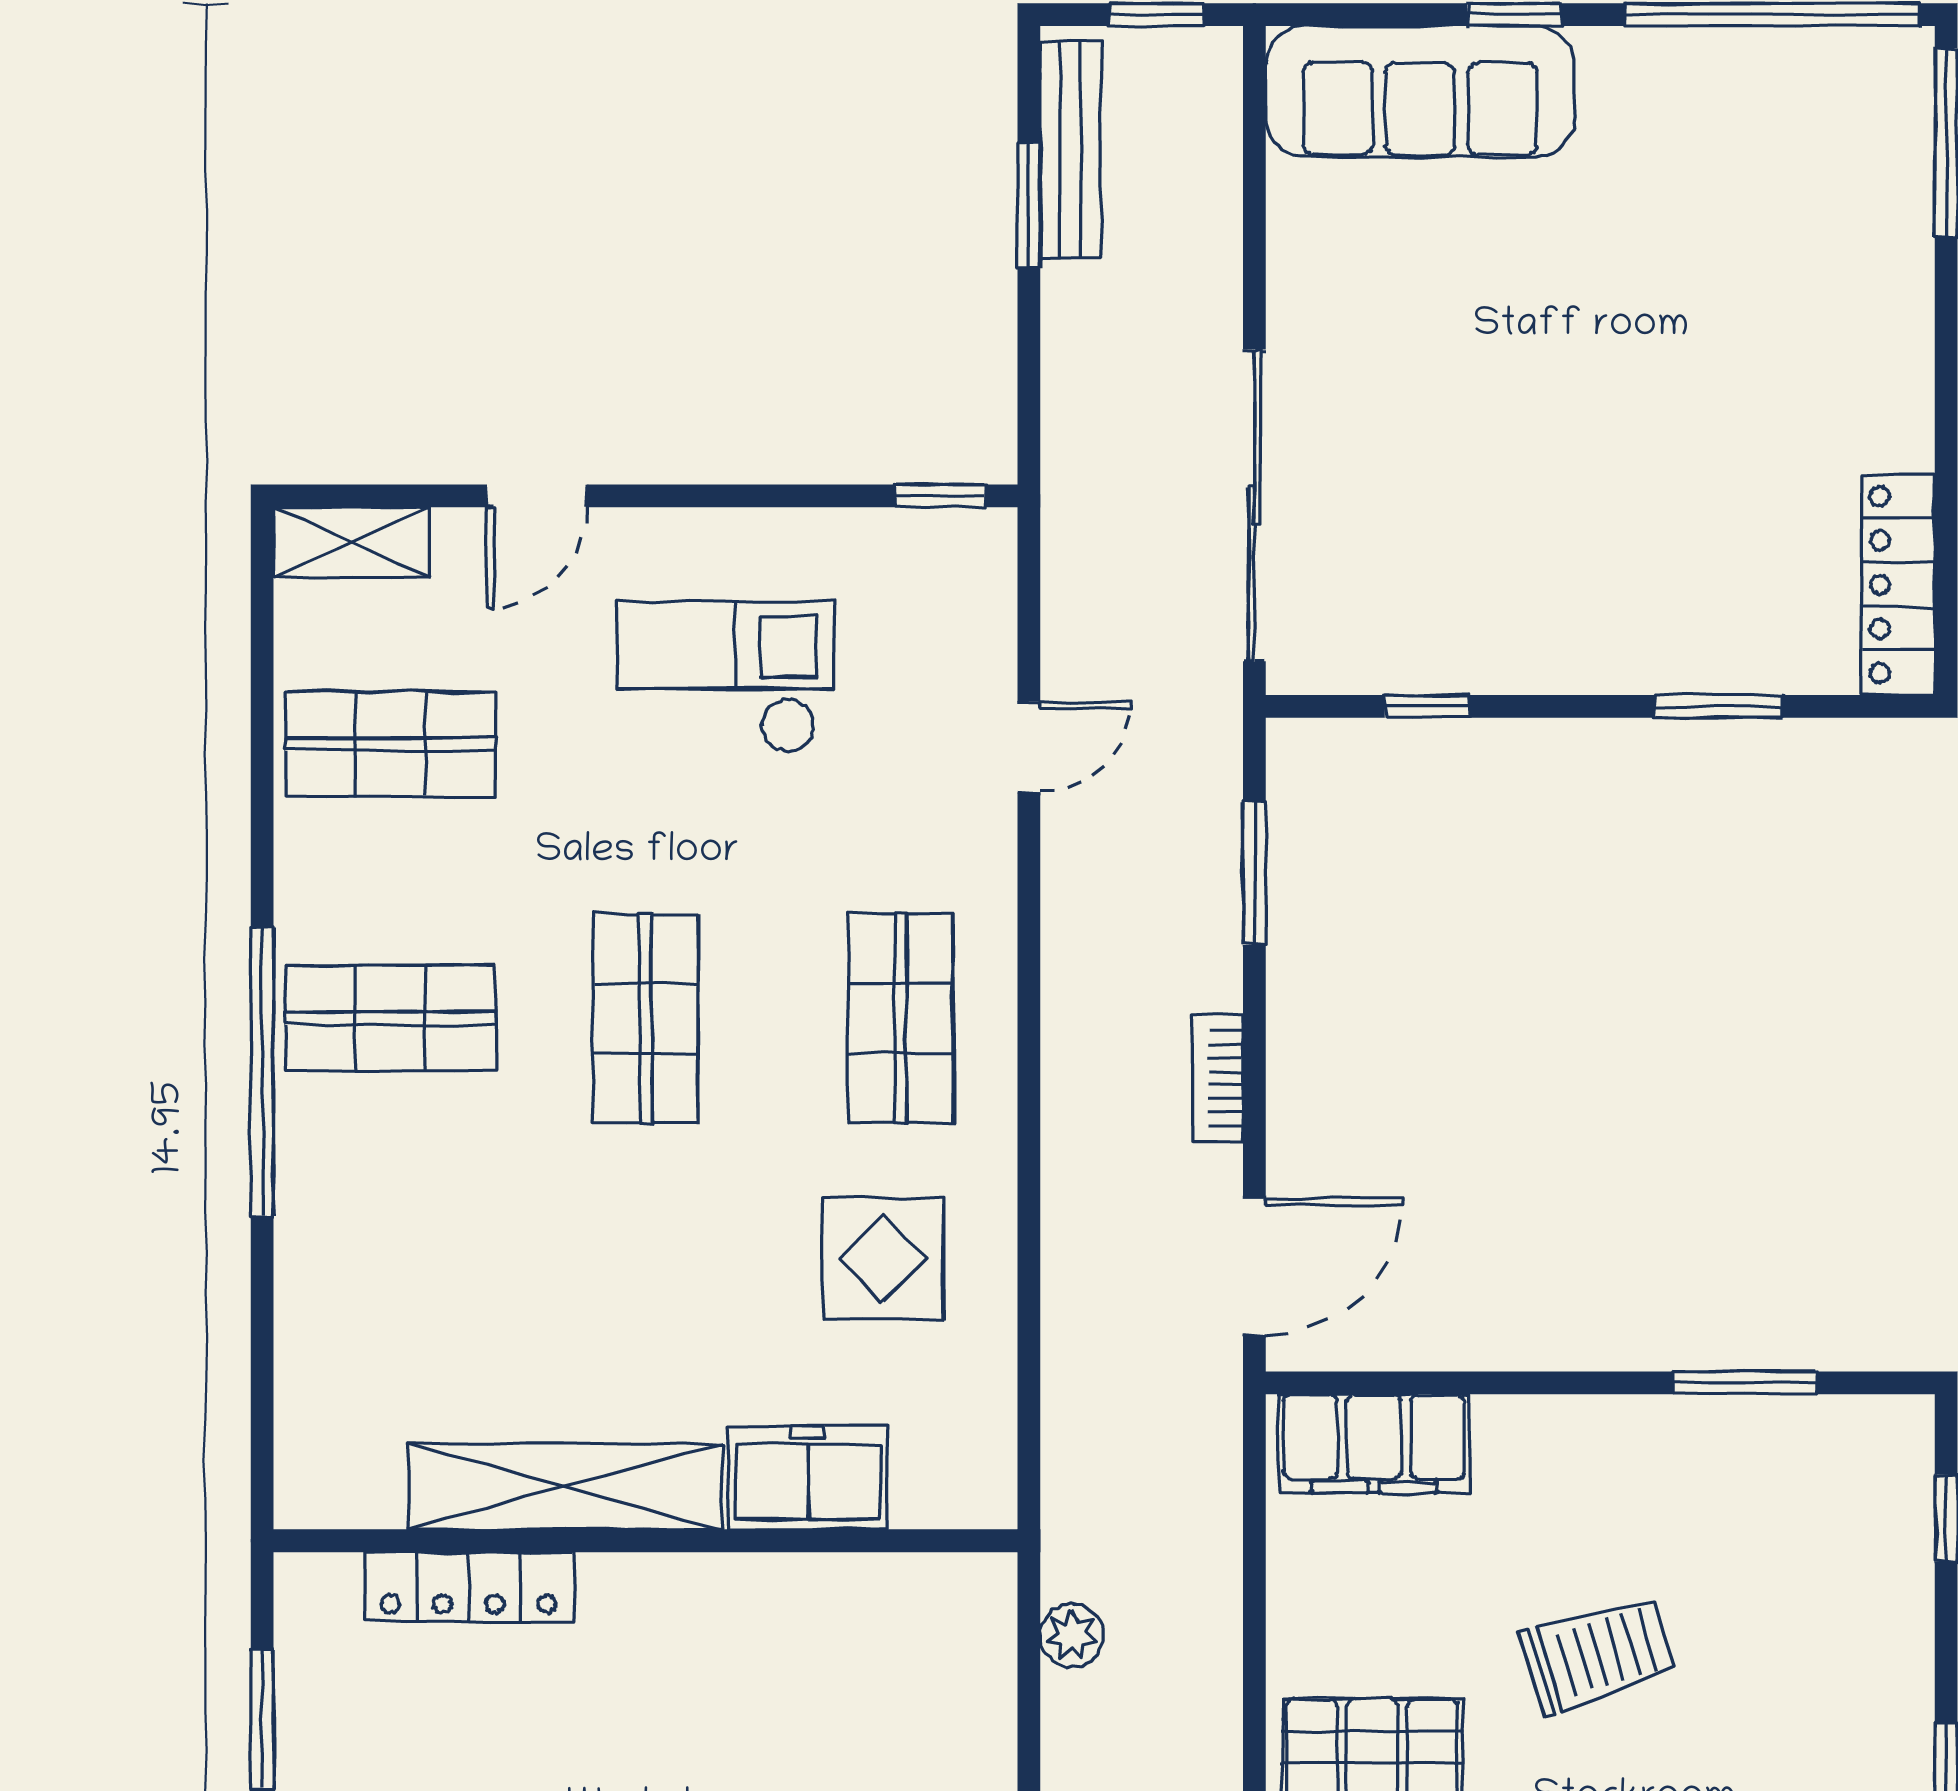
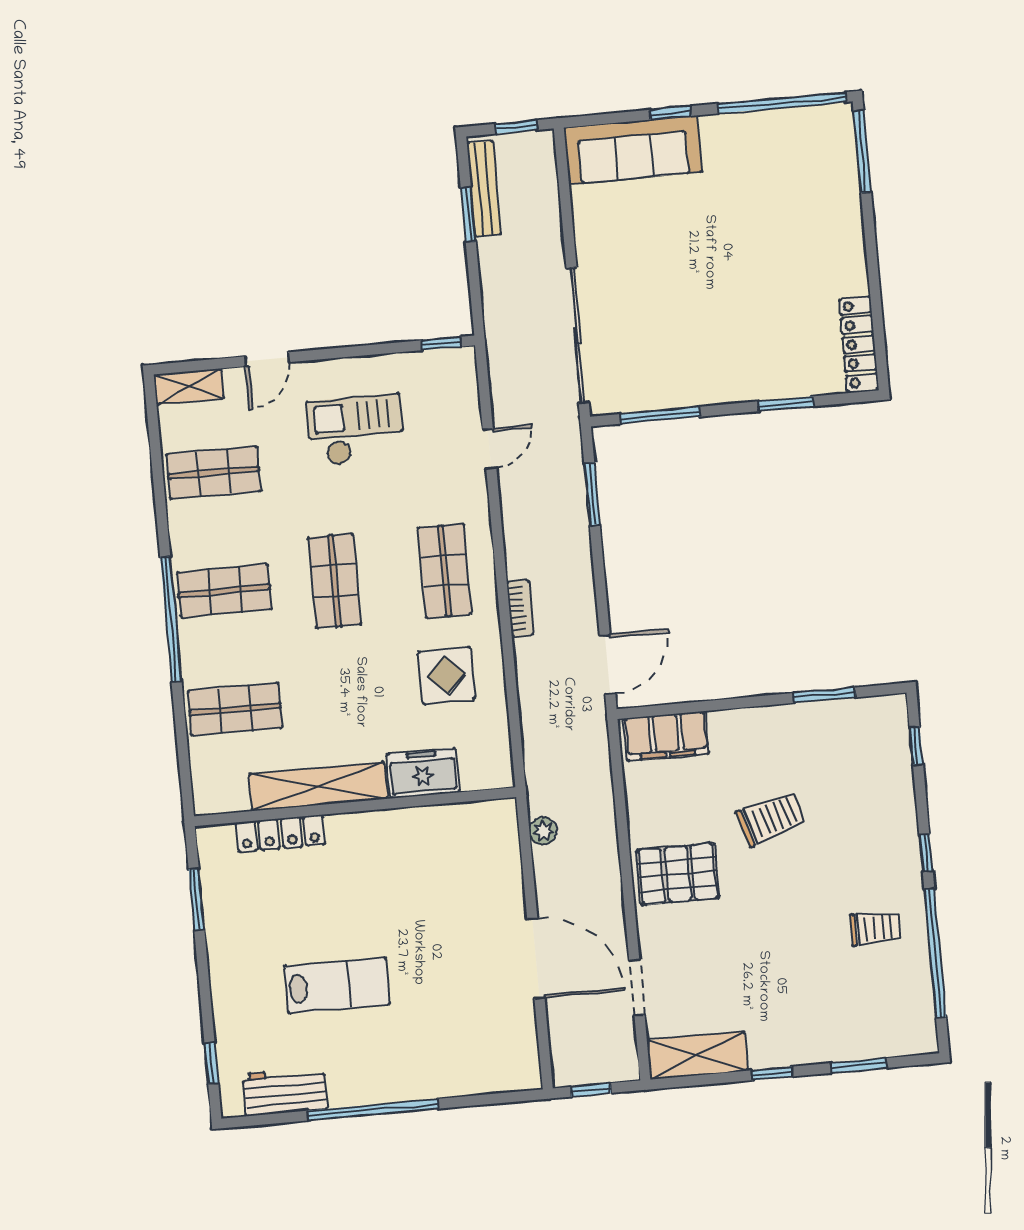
window: (1427, 706) -> (660, 415), width x2.17
bookcase: (1218, 1078) -> (520, 608), moved, turned 180
shop shelf: (391, 1292) -> (235, 709), added

